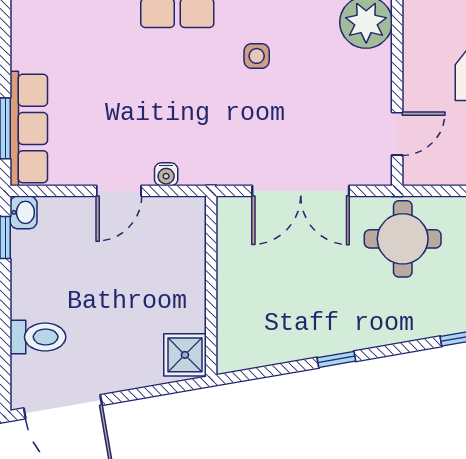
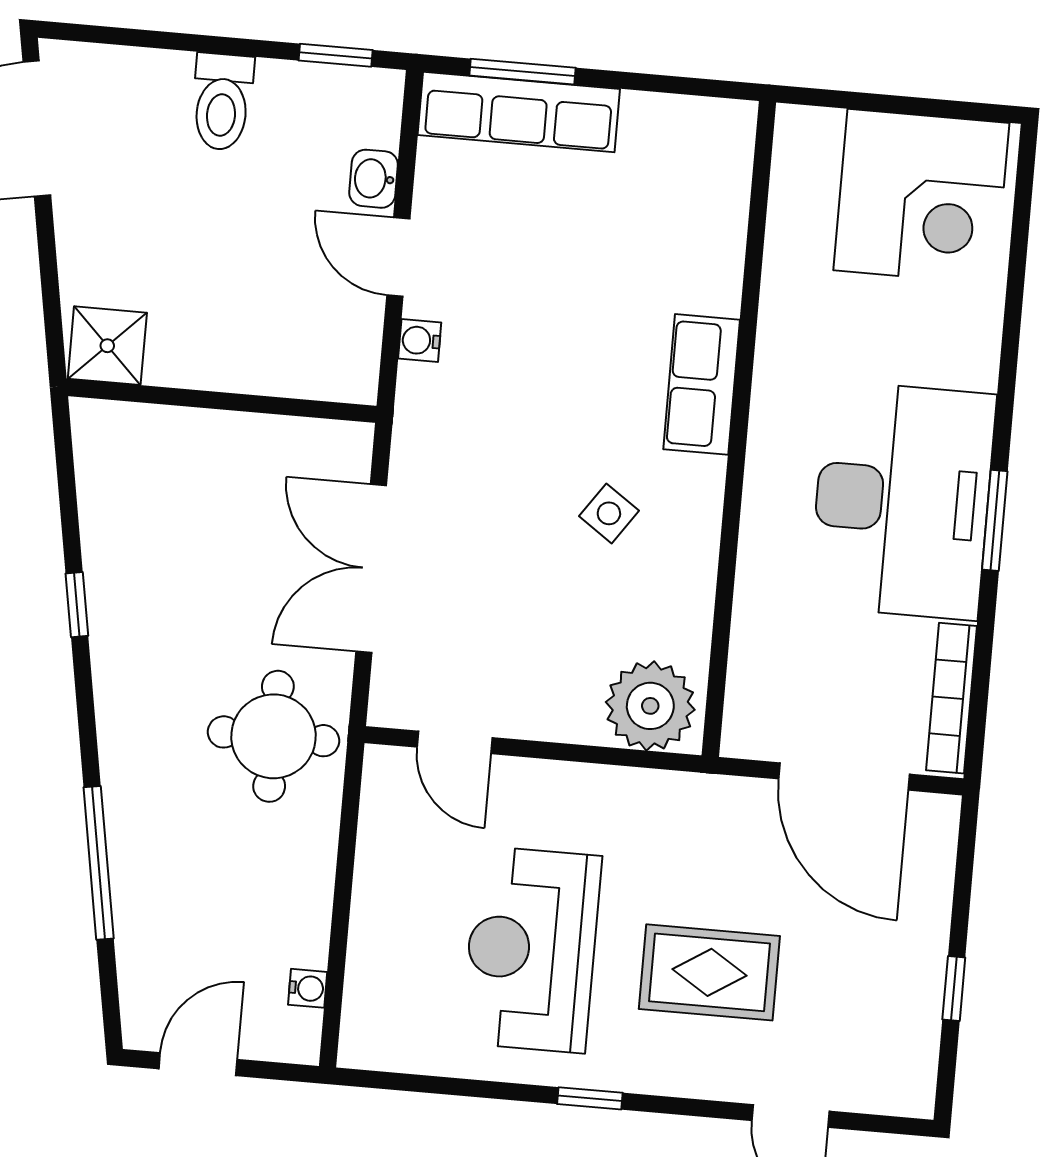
side table: (257, 56) -> (609, 513), turned 35
washbasin: (24, 212) -> (374, 179), moved, turned 90
toilet: (38, 337) -> (222, 102), moved

